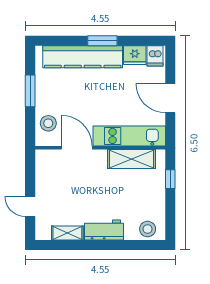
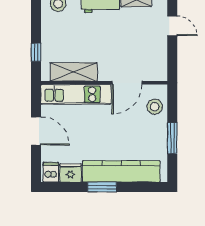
door: (77, 148) -> (127, 83), hinge flipped

